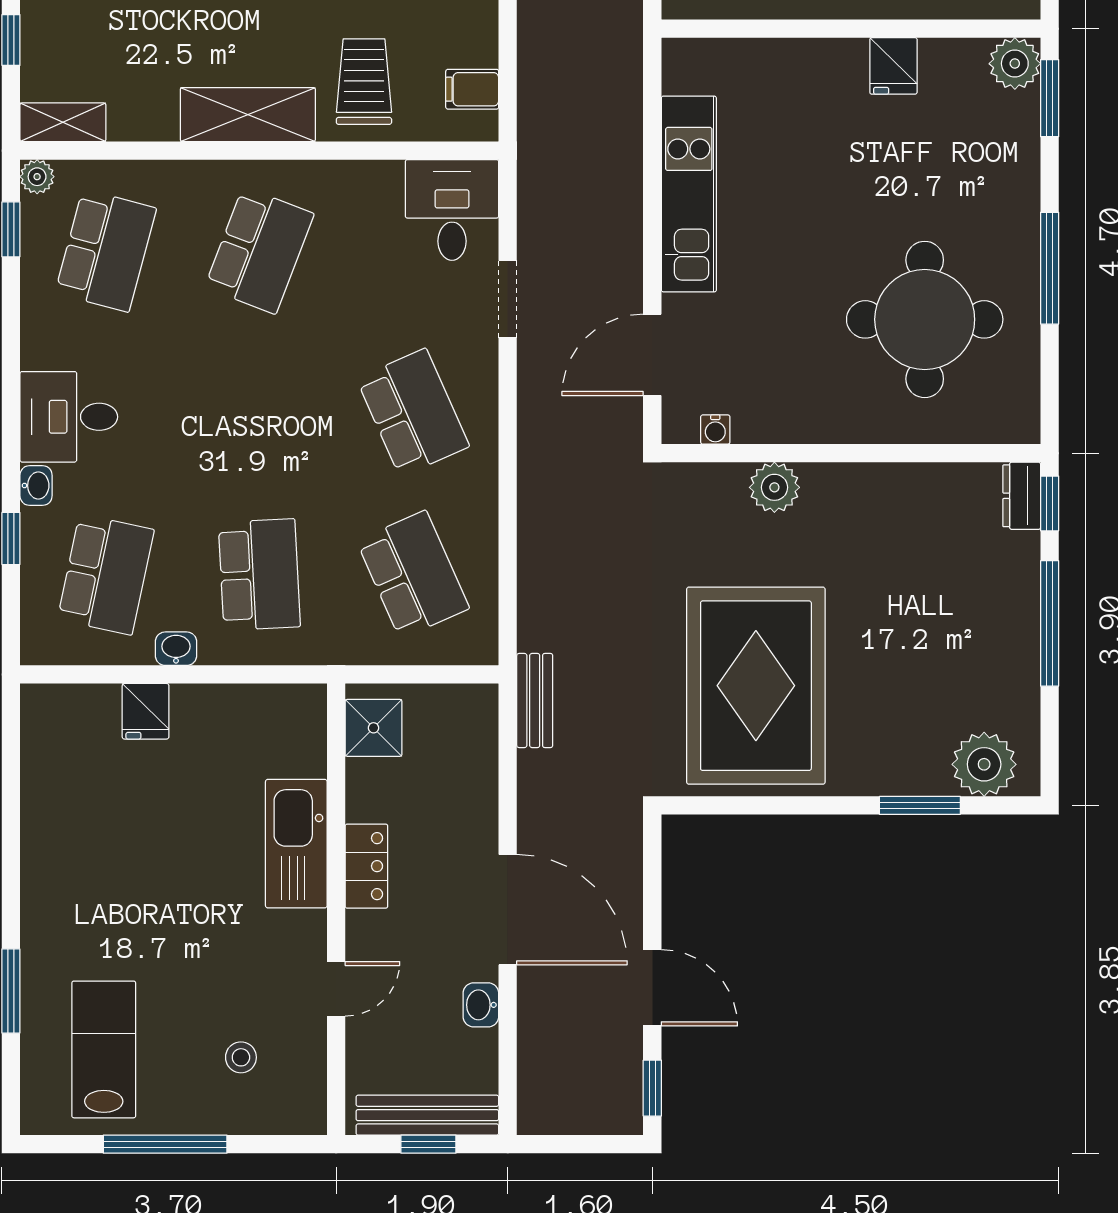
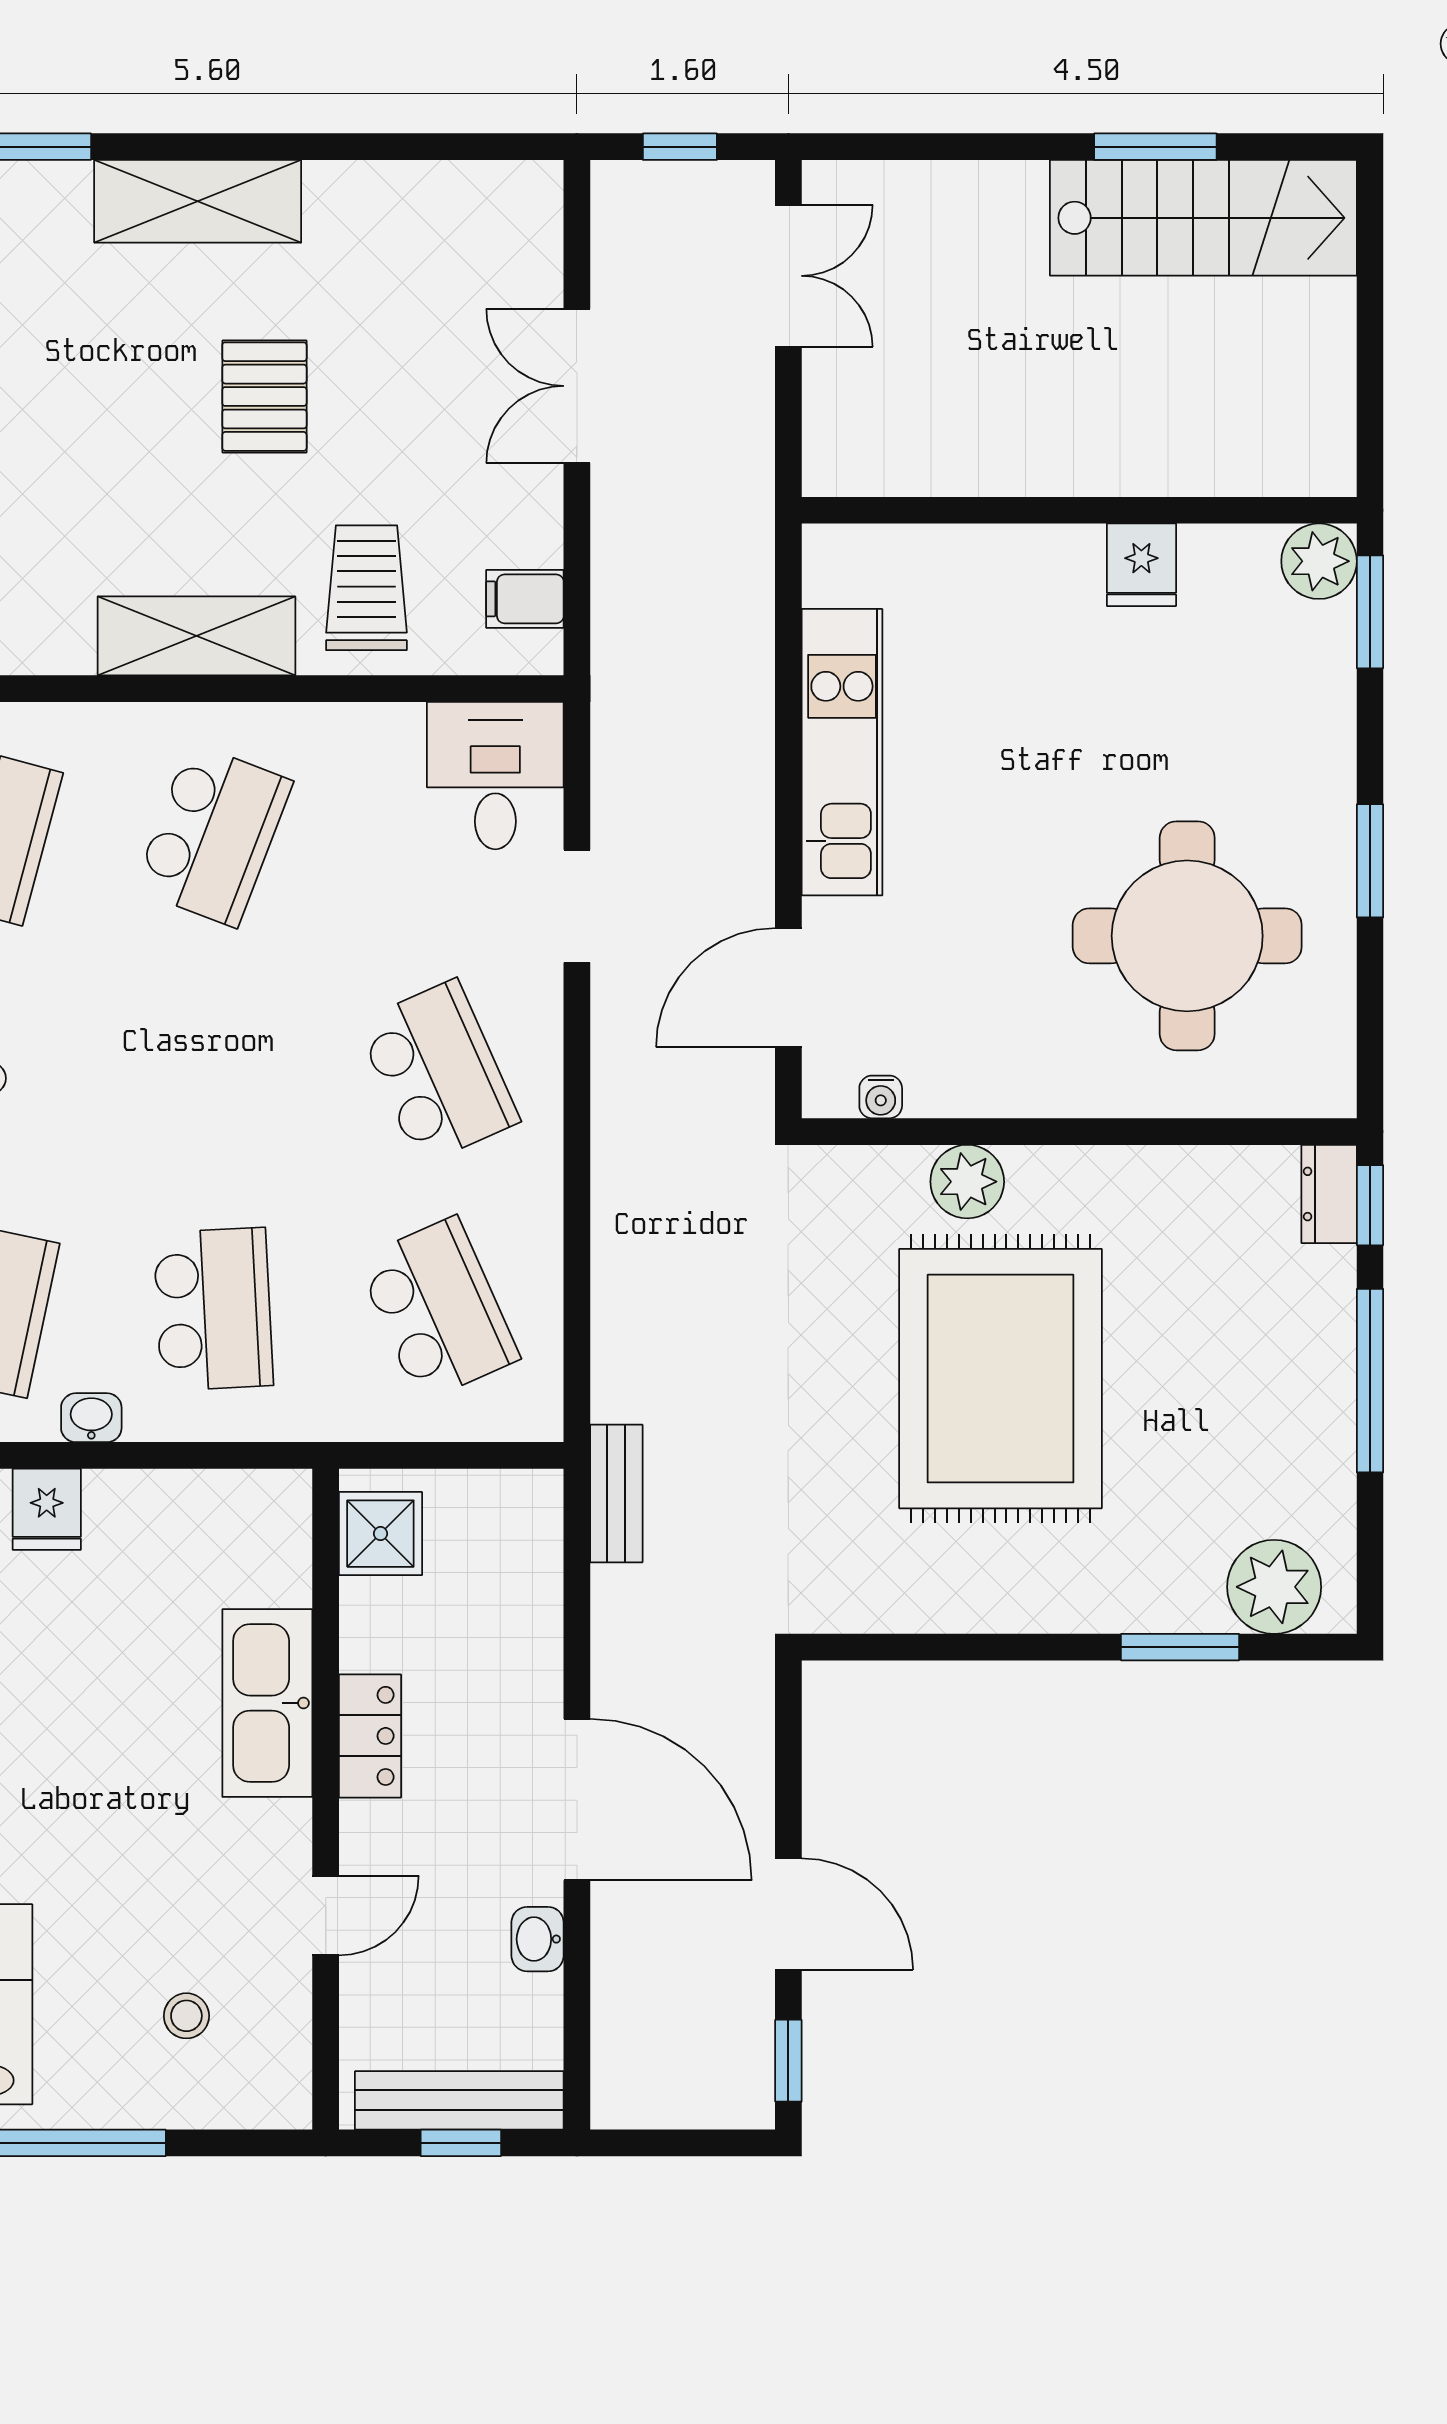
window: (1050, 268) -> (1370, 861), width x0.69
rug: (756, 686) -> (1000, 1379), moved

